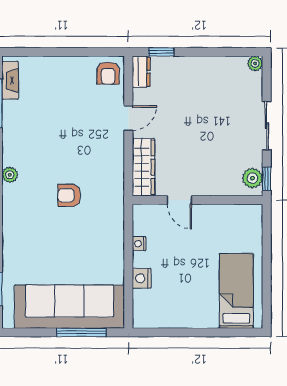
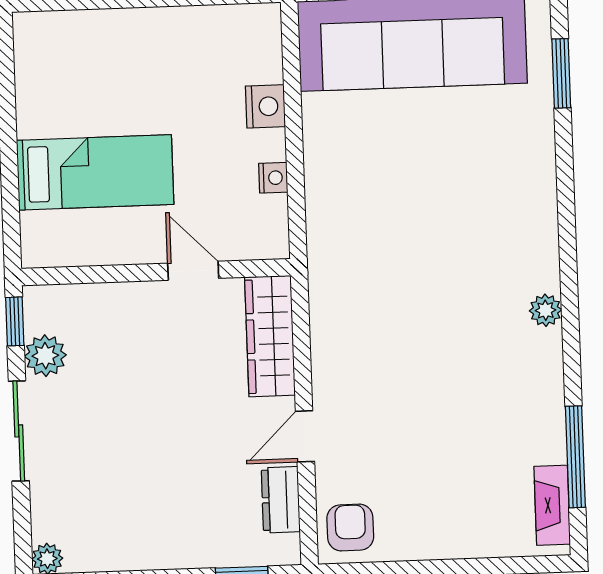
dresser: (141, 72) -> (281, 500), moved
plant: (252, 178) -> (45, 356), moved
armchair: (69, 195) -> (421, 272), removed
bed: (236, 291) -> (95, 172), moved, turned -90

